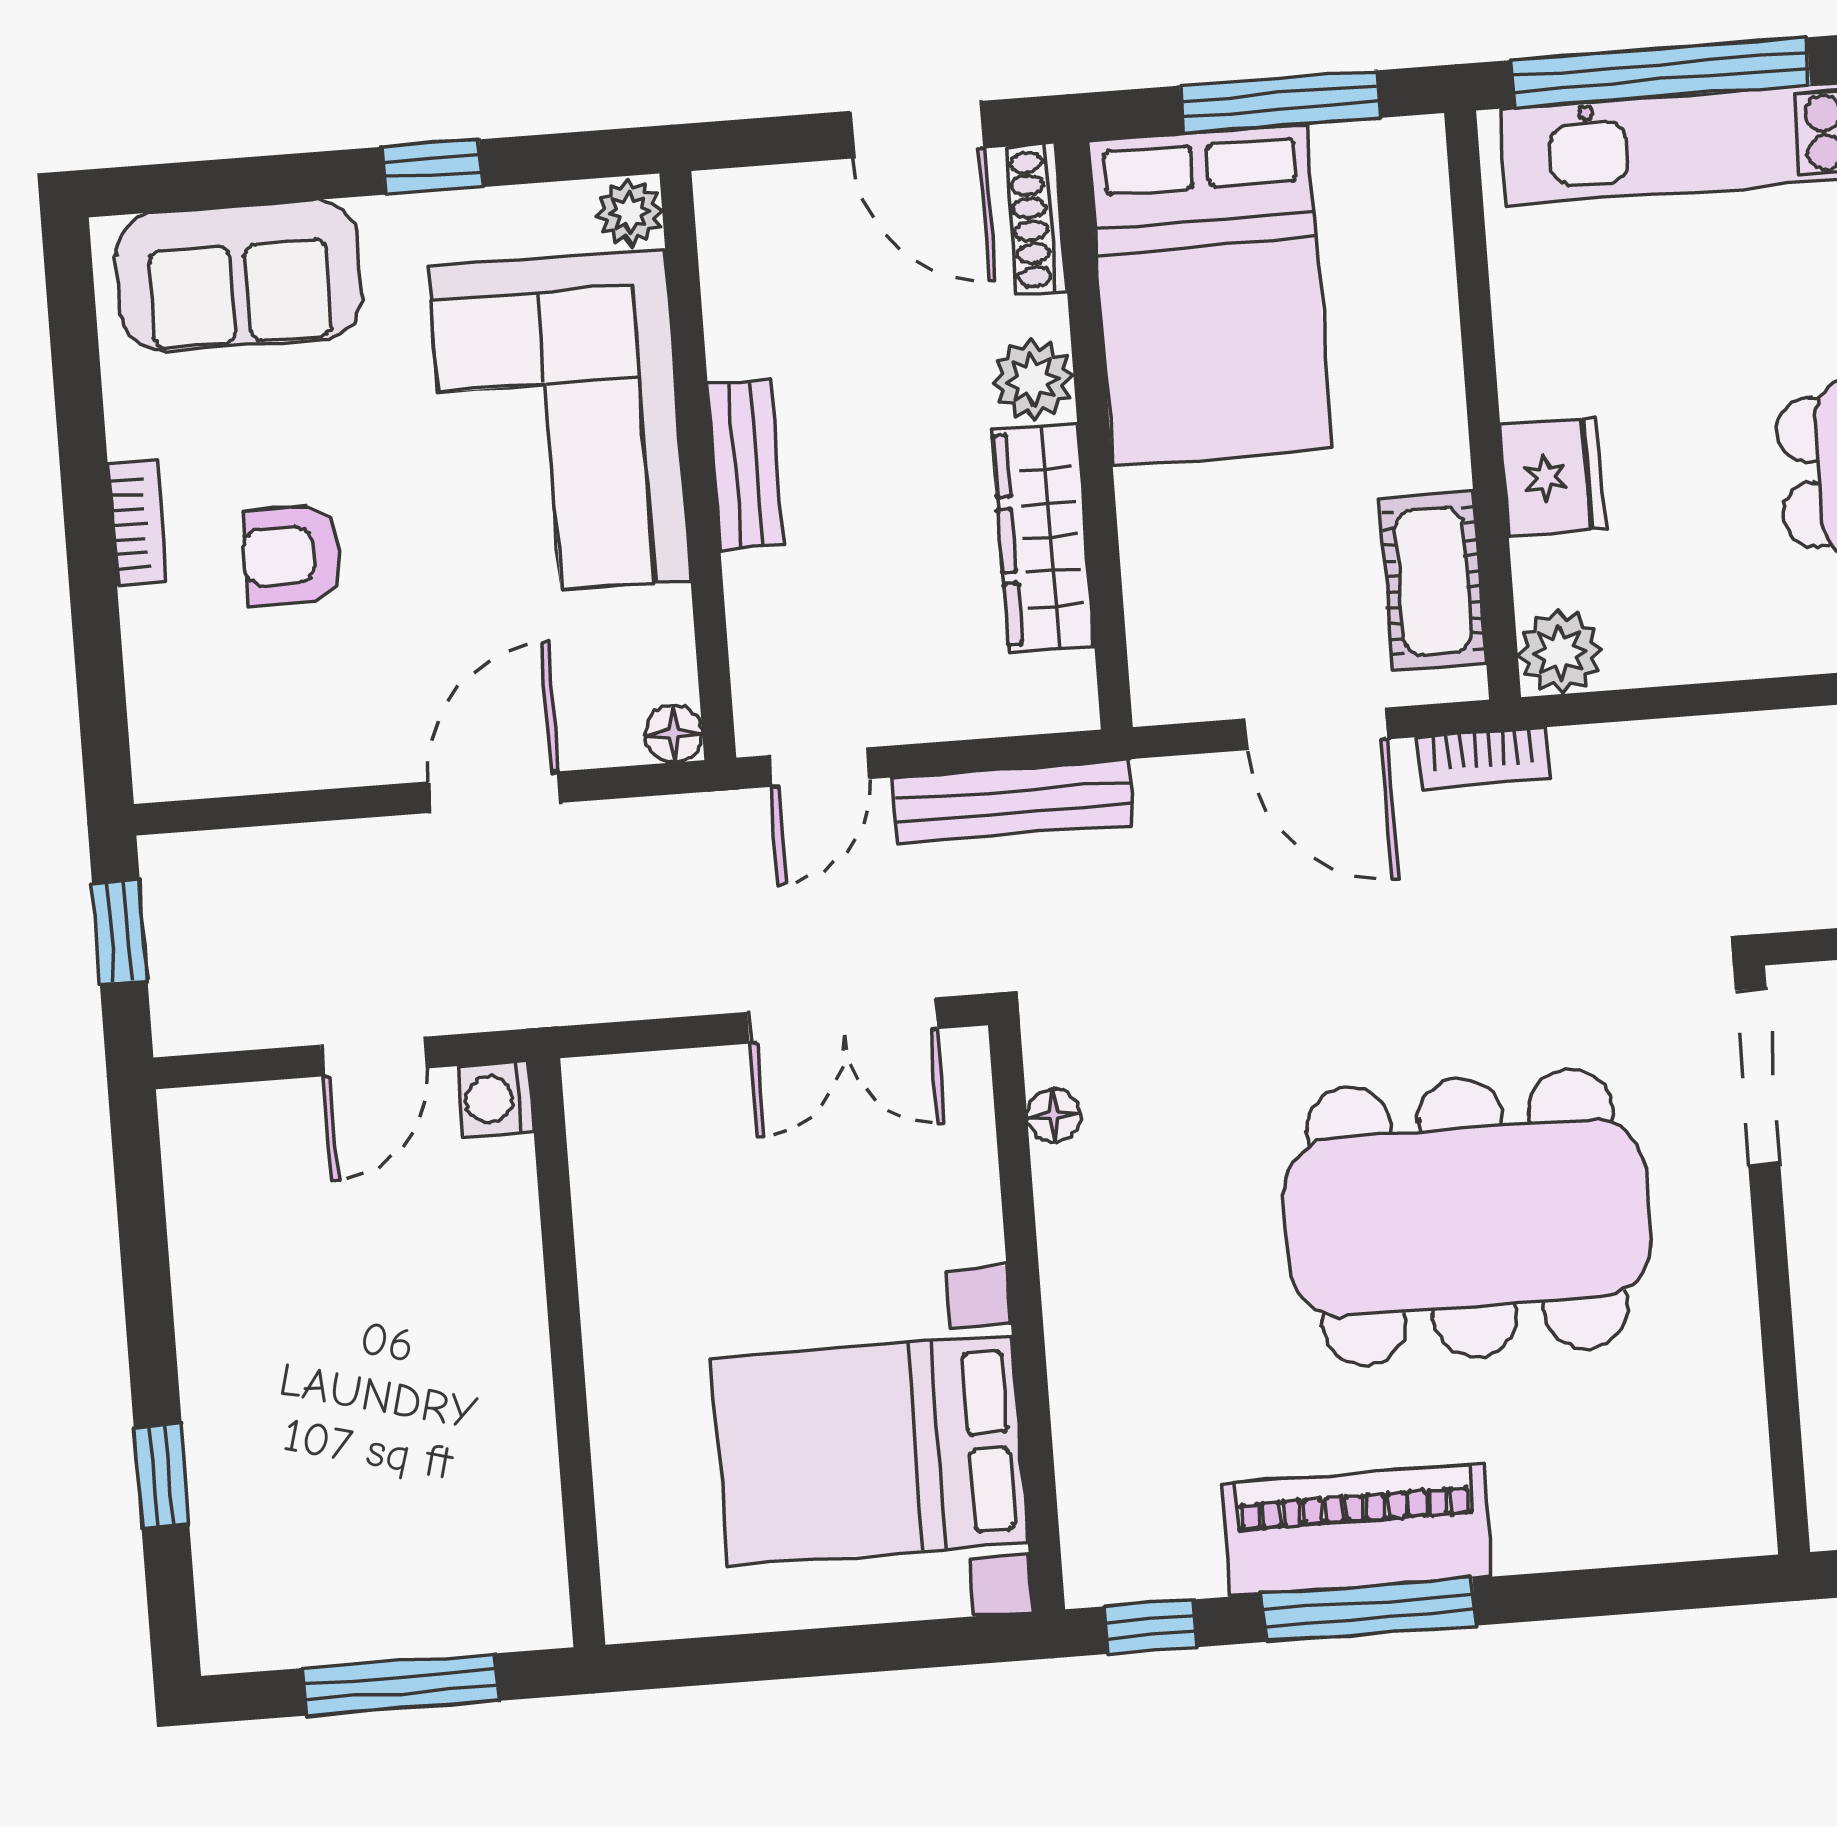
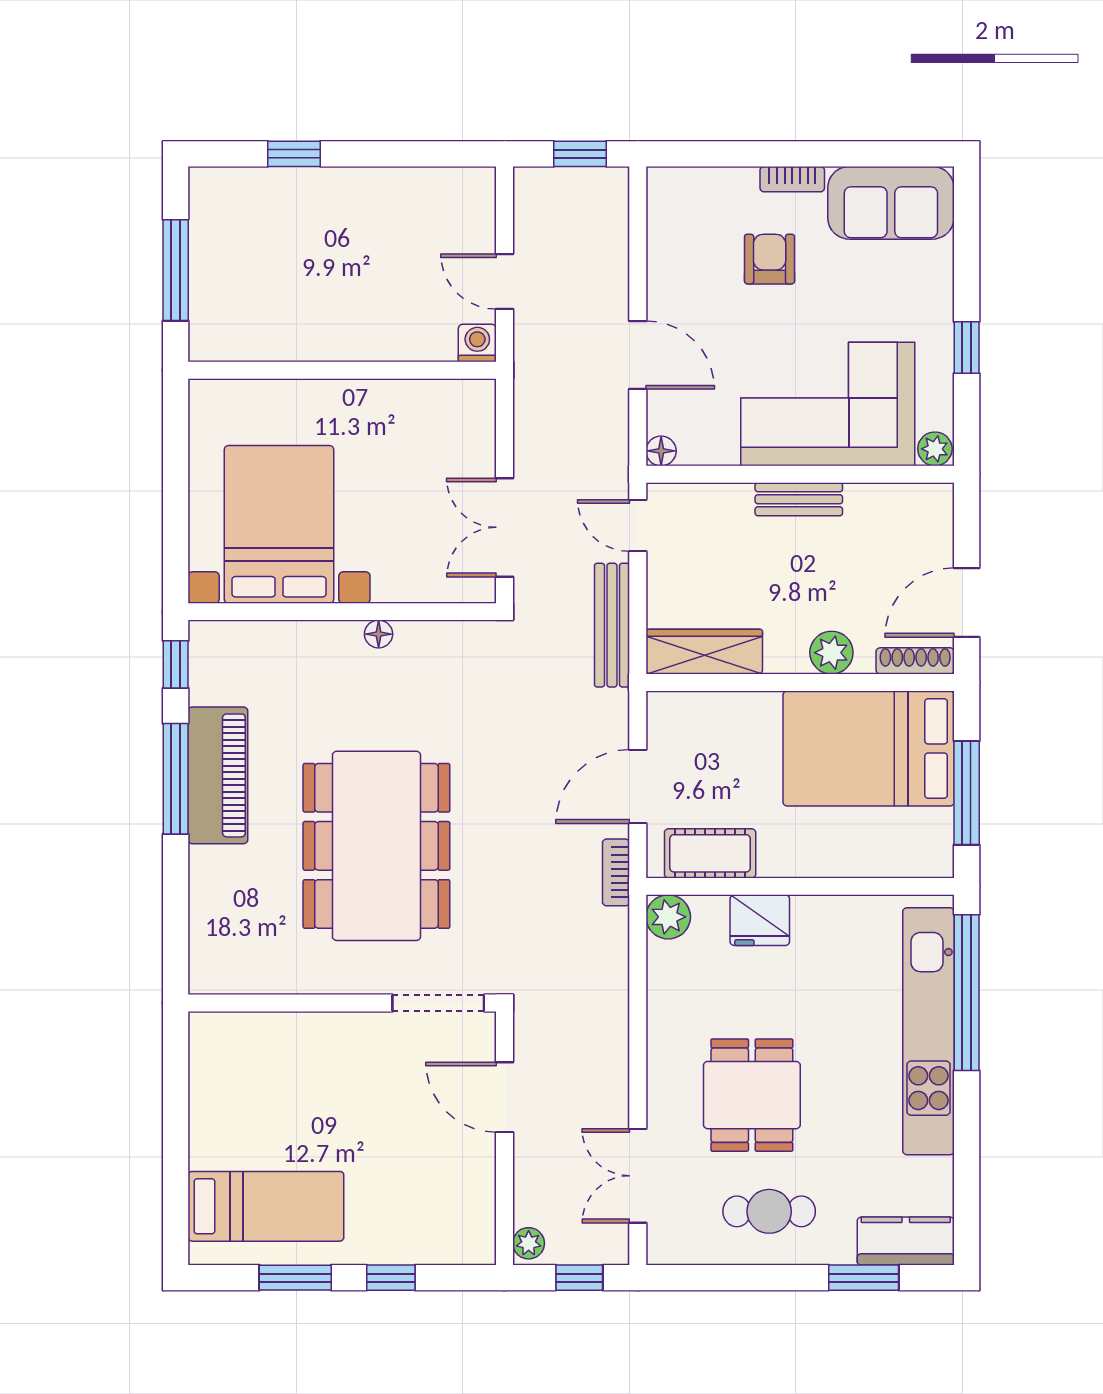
sofa: (239, 276) -> (891, 203), moved, turned -90
wardrobe: (1043, 538) -> (704, 652), moved
floor lamp: (1054, 1115) -> (379, 634), moved

